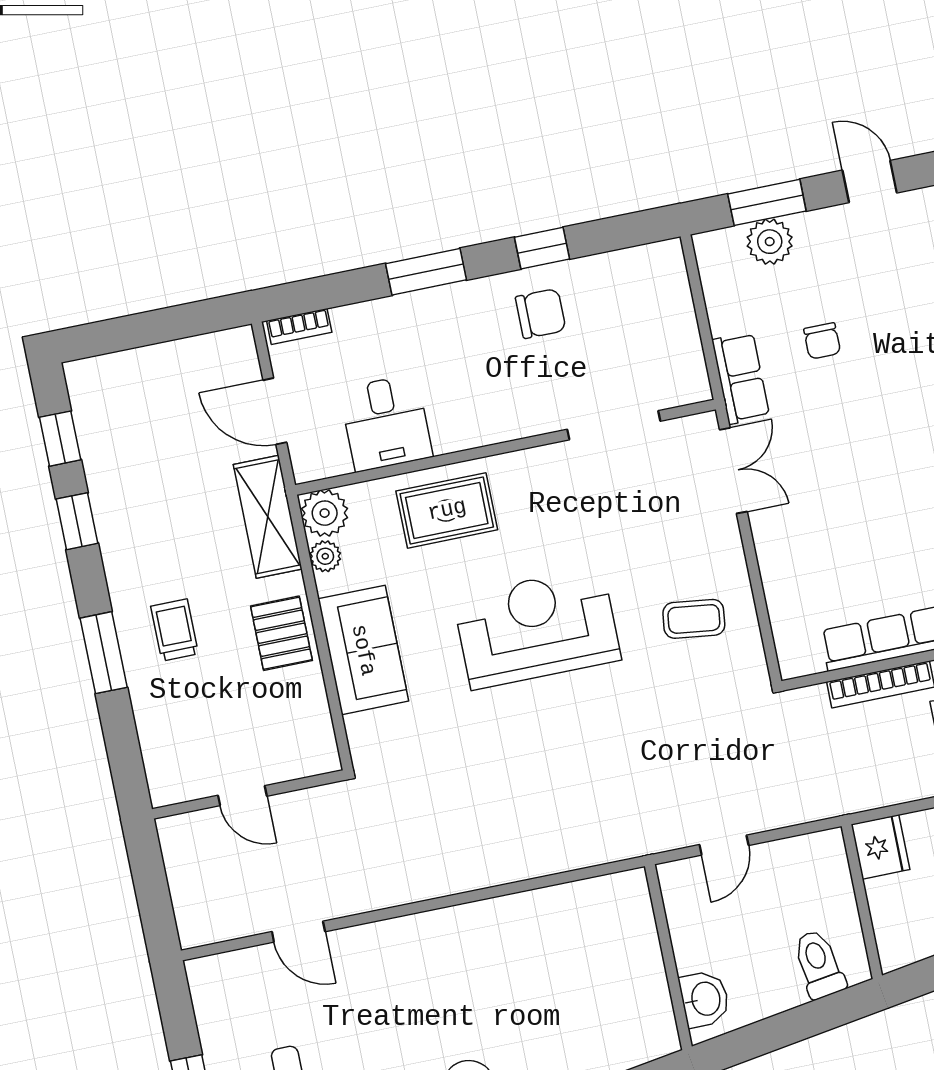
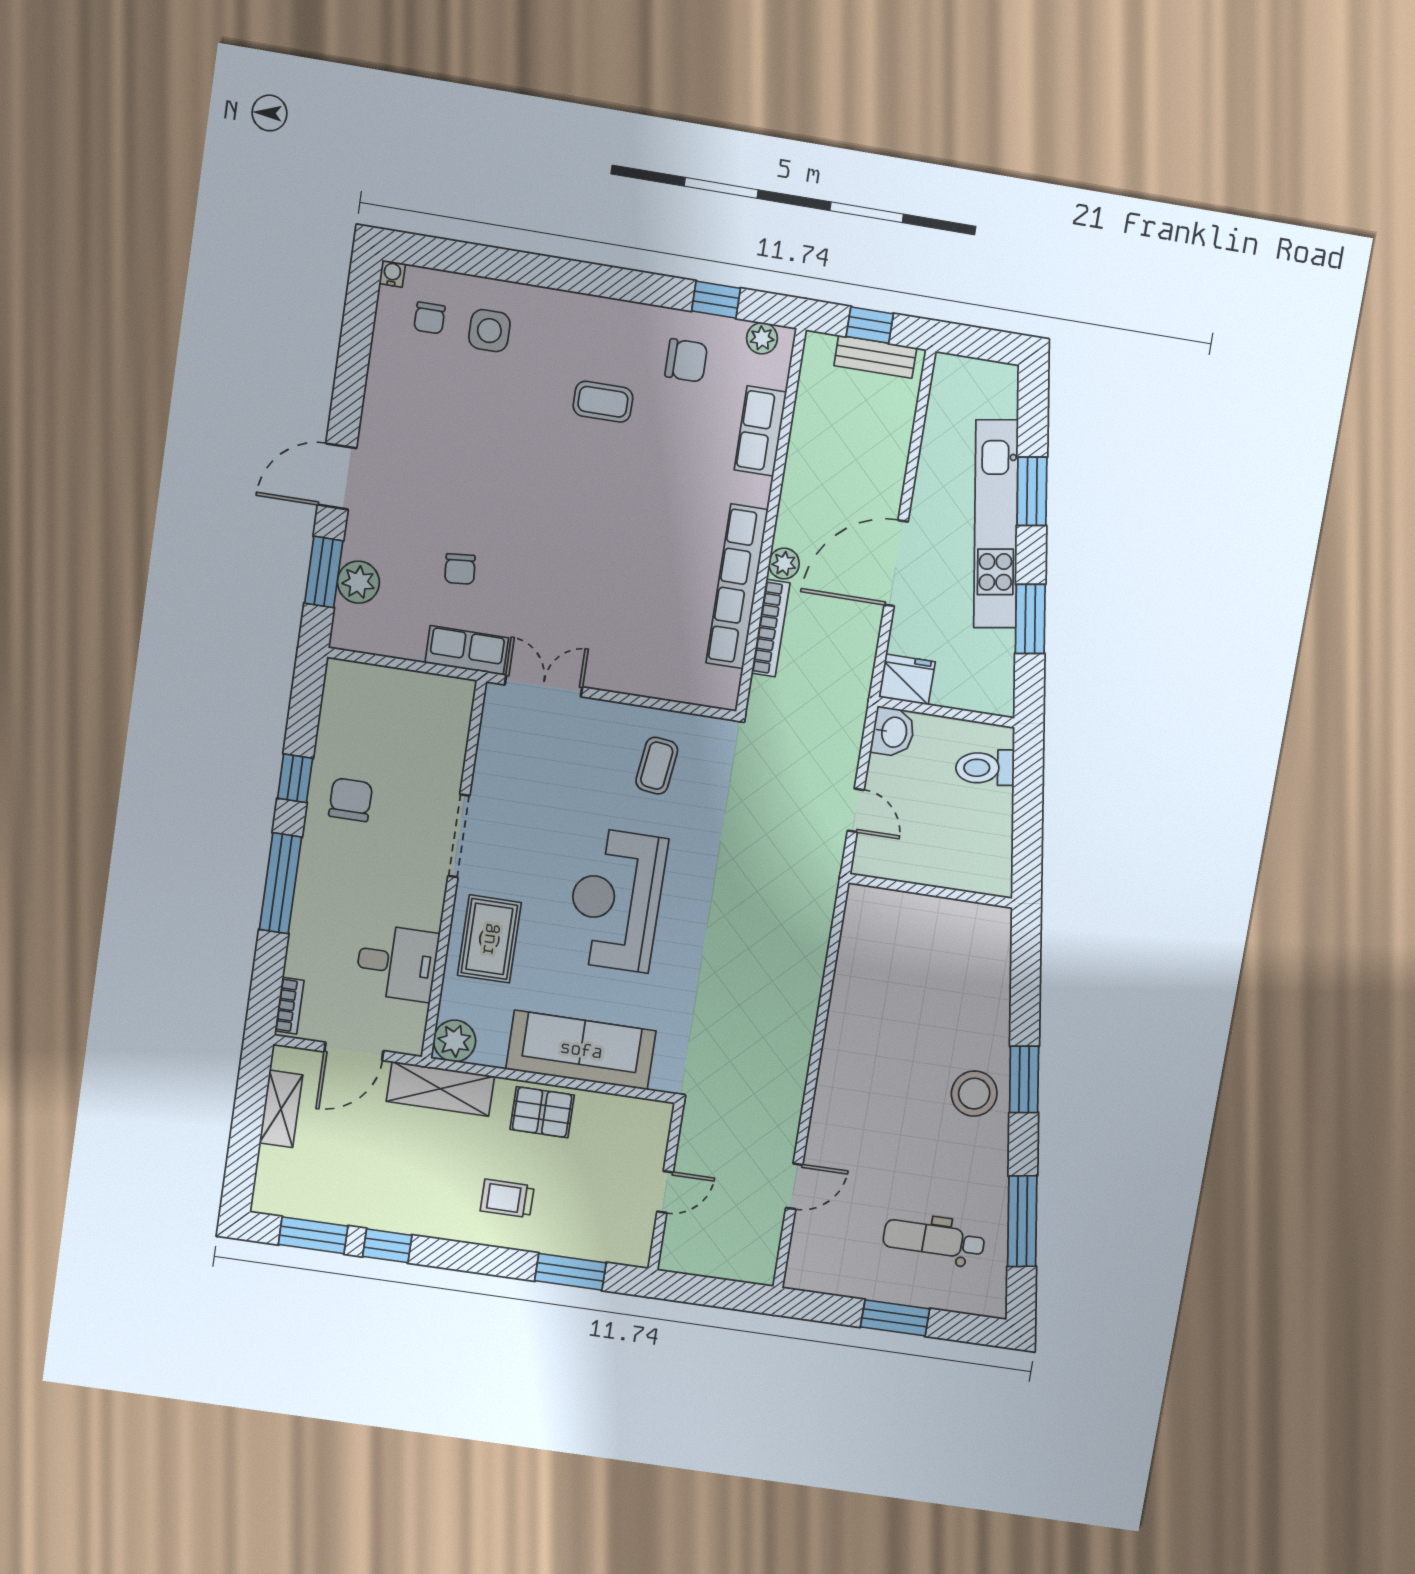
door: (870, 182) -> (337, 476), width x1.38
window: (426, 272) -> (281, 883), width x1.44
chair: (822, 341) -> (460, 569), turned 85
shelving: (185, 356) -> (281, 1109), added
doorway: (614, 425) -> (459, 836), moved
window: (60, 439) -> (313, 1235), width x1.50
plant: (325, 556) -> (491, 1053), removed
sofa: (363, 650) -> (581, 1050), width x1.36
window: (104, 653) -> (570, 1272), moved
washbasin: (705, 999) -> (893, 732), moved, turned 90

